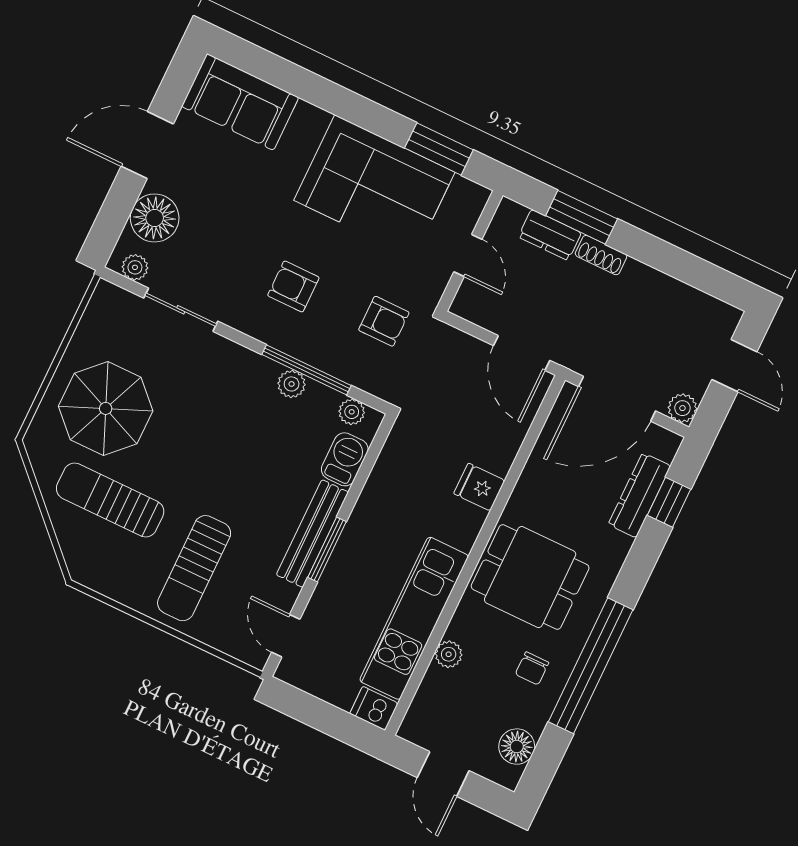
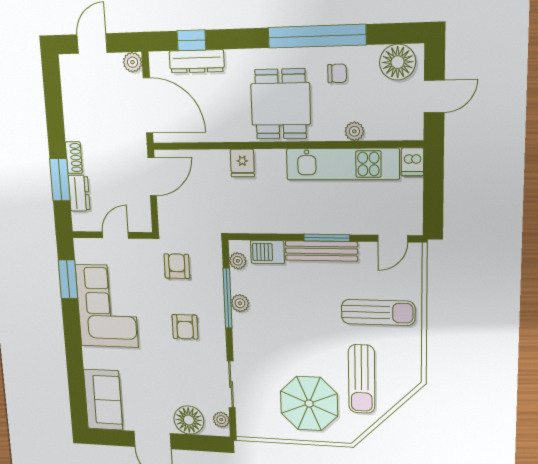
floor lamp: (517, 747) -> (398, 62), width x1.38, depth x1.38

